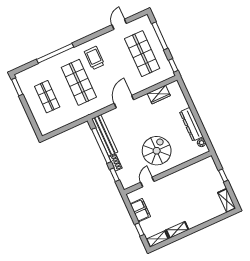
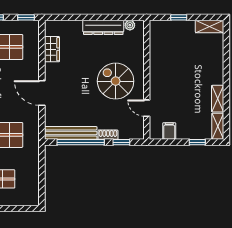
filing cabinet: (140, 210) -> (169, 131), width x0.50

